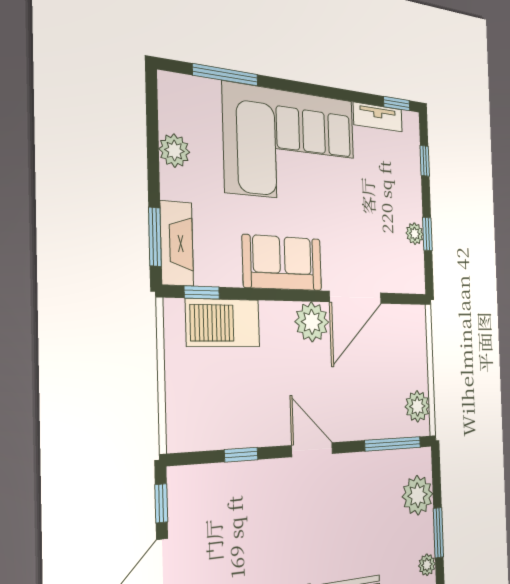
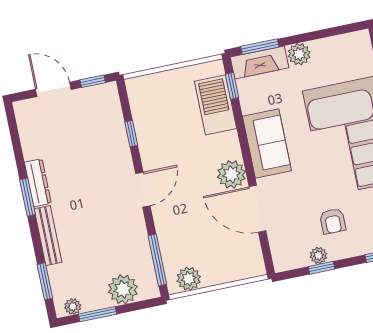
plant: (174, 151) -> (299, 54), moved
armchair: (382, 203) -> (333, 221), added

